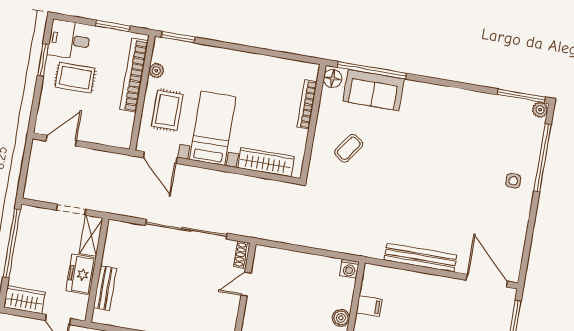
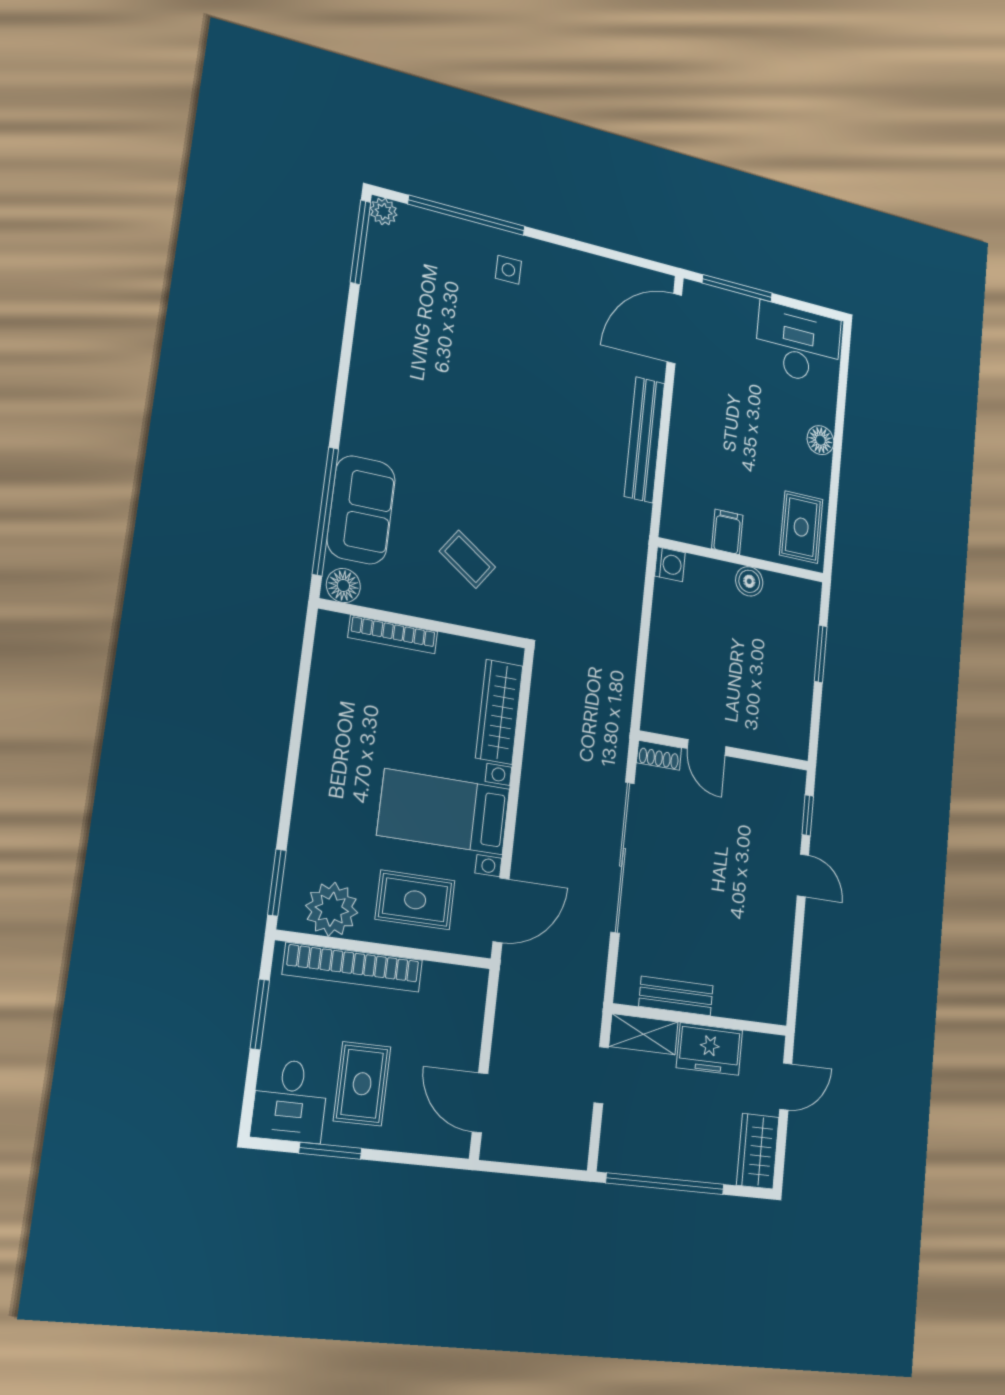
plant: (156, 71) -> (332, 909), width x1.87, depth x1.87
bench: (105, 288) -> (676, 996), moved

